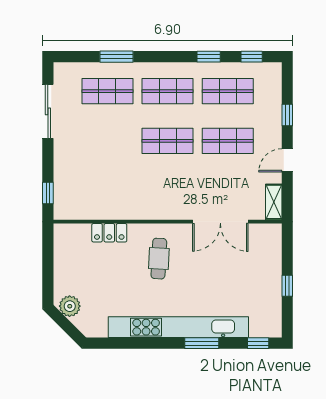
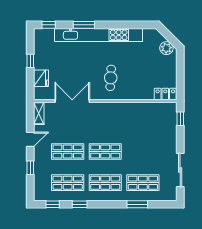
locker: (109, 233) -> (165, 94), moved
fridge: (270, 258) -> (41, 78), added

